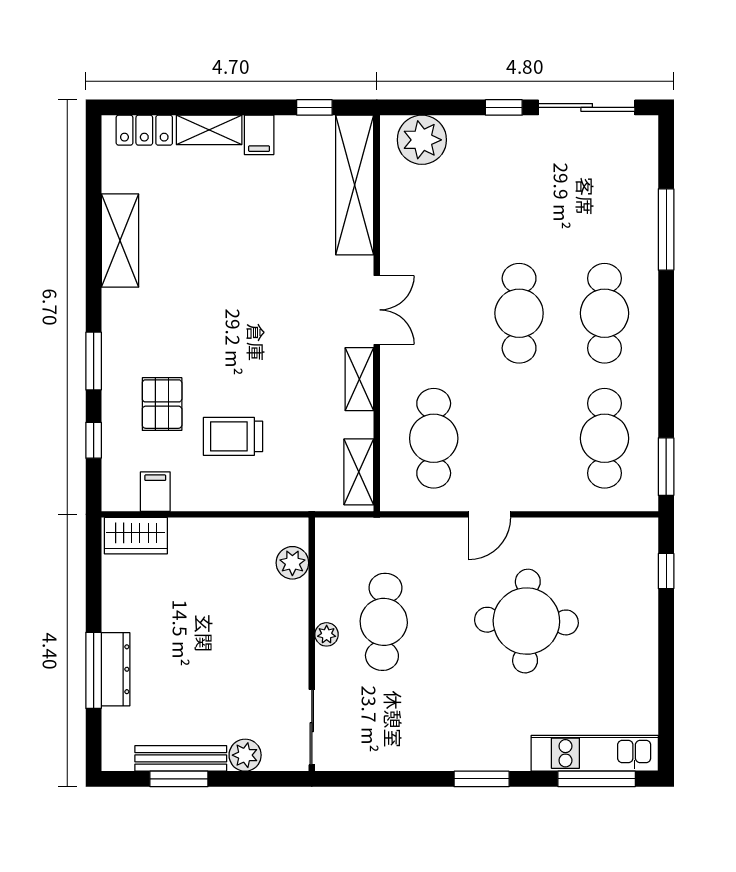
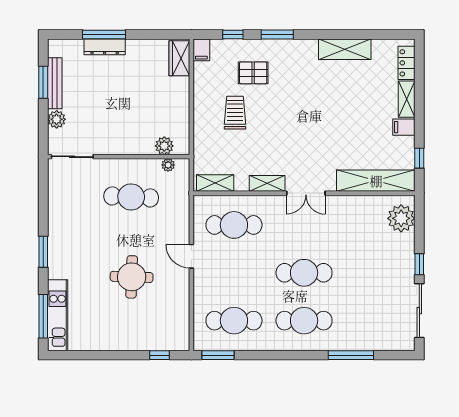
filing cabinet: (155, 492) -> (201, 50), moved, turned 90
round table: (526, 621) -> (132, 277), width x0.73, depth x0.73
plant: (327, 634) -> (168, 165), moved

